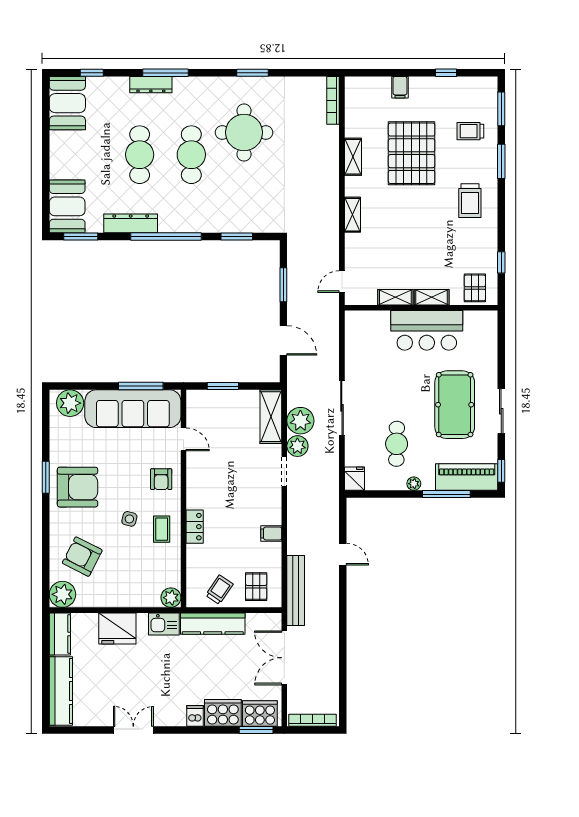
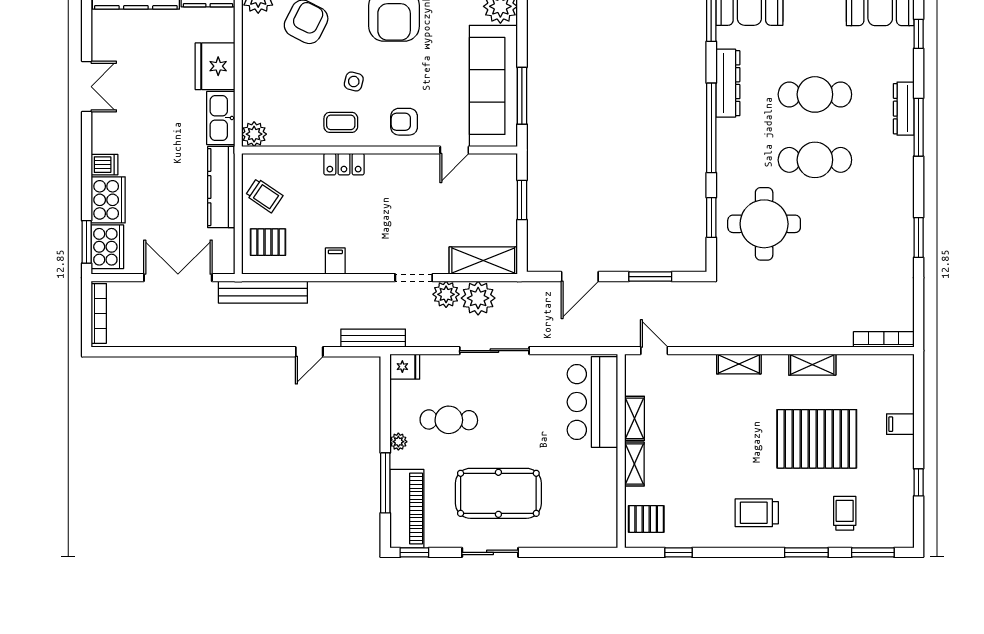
round table: (244, 132) -> (764, 224), moved
bar counter: (427, 330) -> (592, 402), moved
bench: (332, 504) -> (373, 338), added
kitchen sink: (164, 624) -> (221, 118), width x1.38

